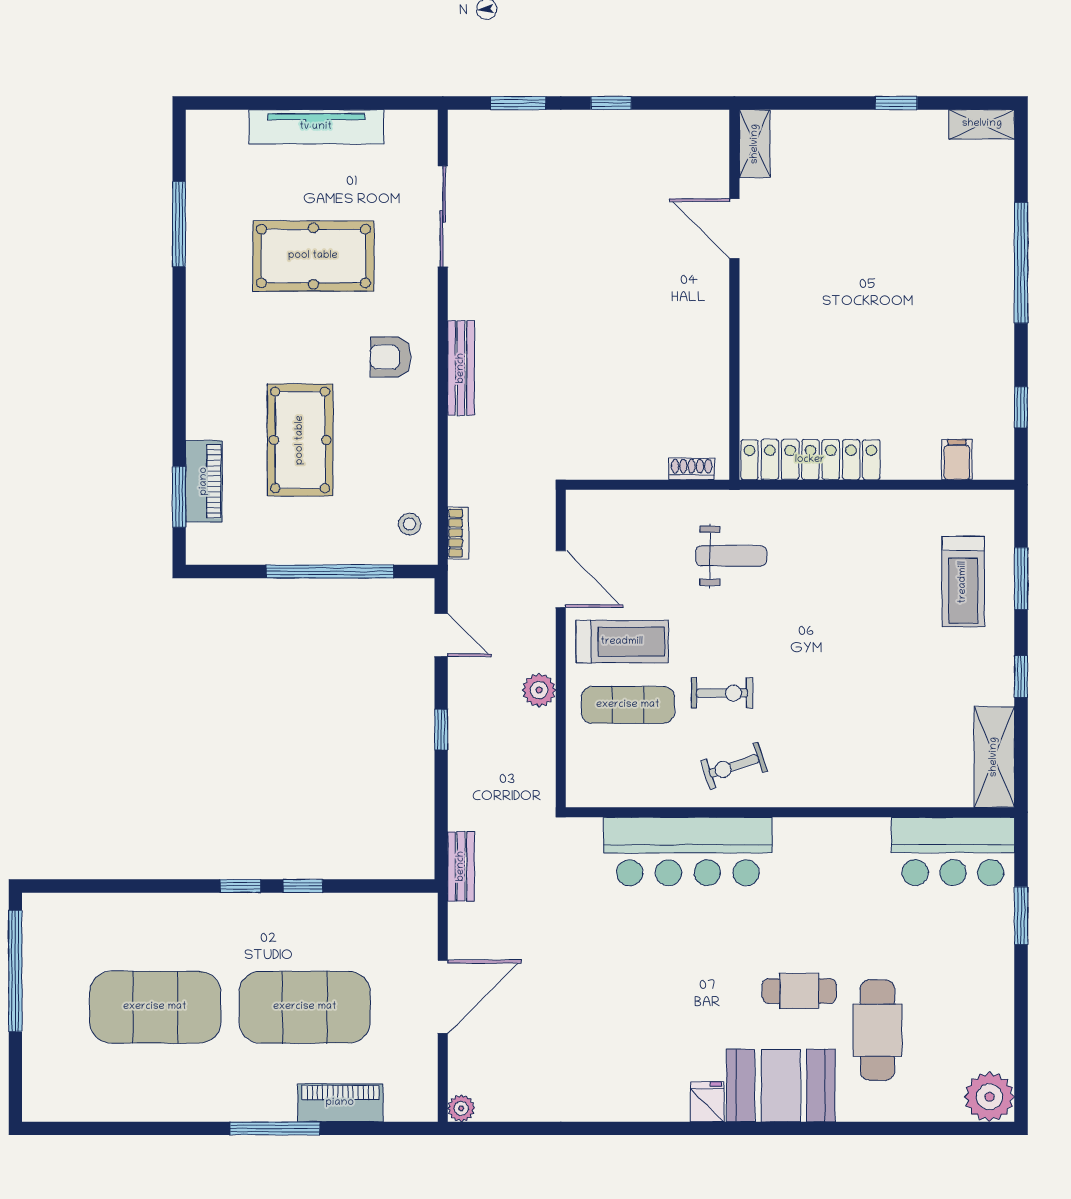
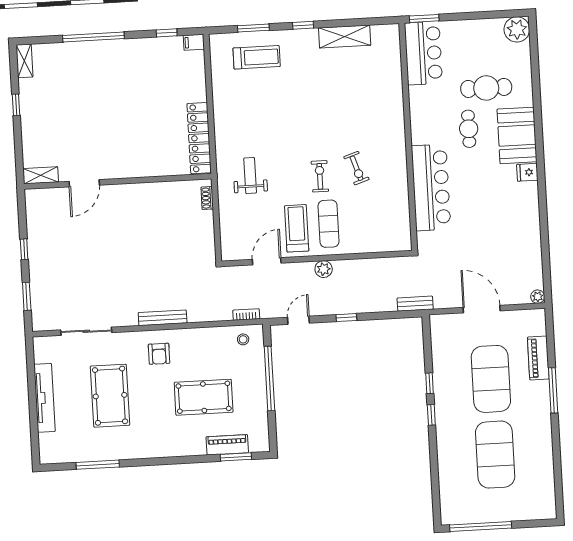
filing cabinet: (957, 460) -> (194, 42), moved
wall: (790, 812) -> (408, 137), moved
bar counter: (953, 851) -> (423, 53), moved
bar counter: (688, 852) -> (431, 187), moved

